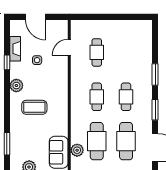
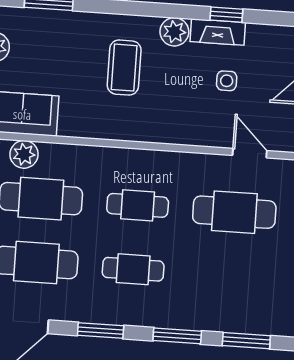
window: (155, 43) -> (246, 341), added
fireplace: (15, 49) -> (218, 32), moved
cafe table: (97, 52) -> (234, 212), width x1.37, depth x1.35

